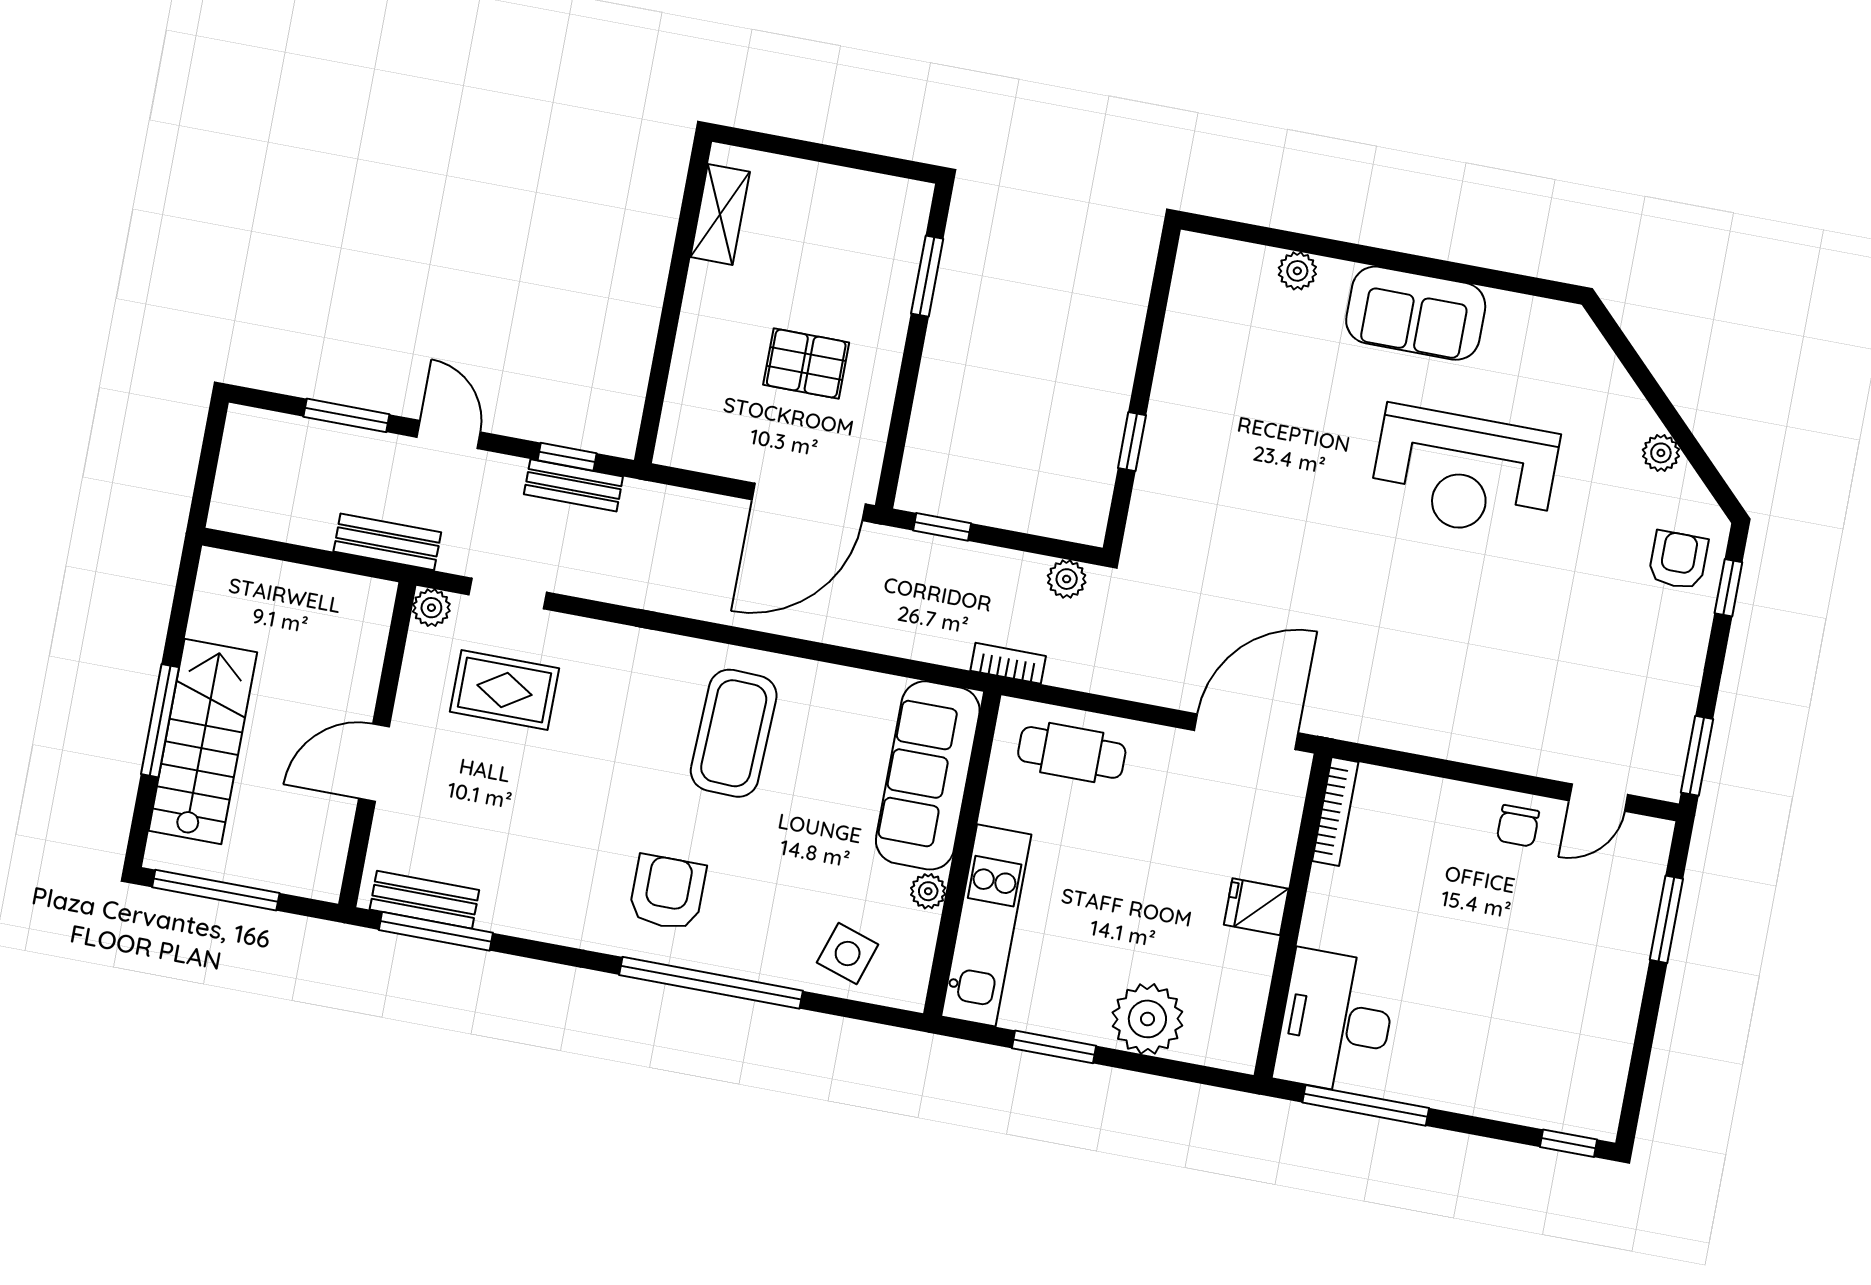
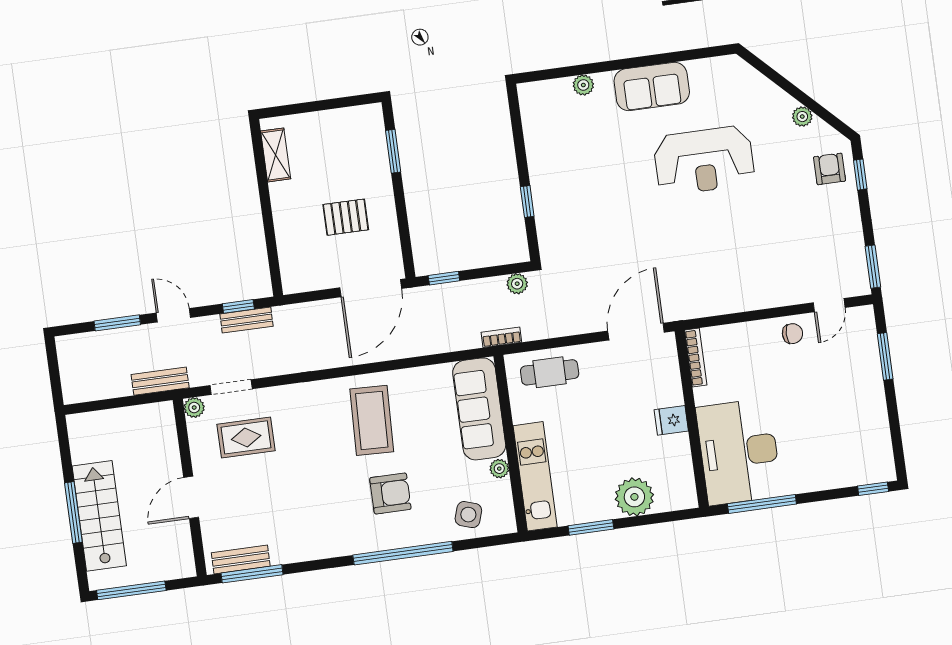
chair: (1518, 826) -> (792, 334), turned -90
armchair: (667, 892) -> (390, 493), moved, turned 90
desk: (1336, 1022) -> (739, 452), width x1.36, depth x1.30

